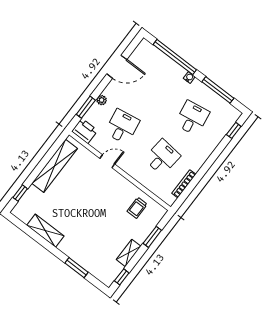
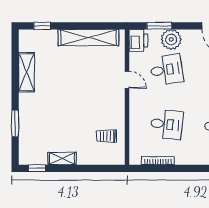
plant: (102, 100) -> (171, 39), width x1.88, depth x1.88
window: (152, 237) -> (92, 168), removed

